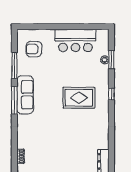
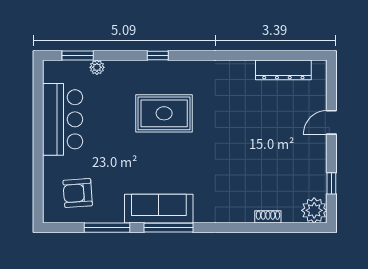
armchair: (34, 49) -> (78, 193), turned 86
window: (111, 60) -> (78, 56), moved
rug: (79, 98) -> (164, 113), turned 90

